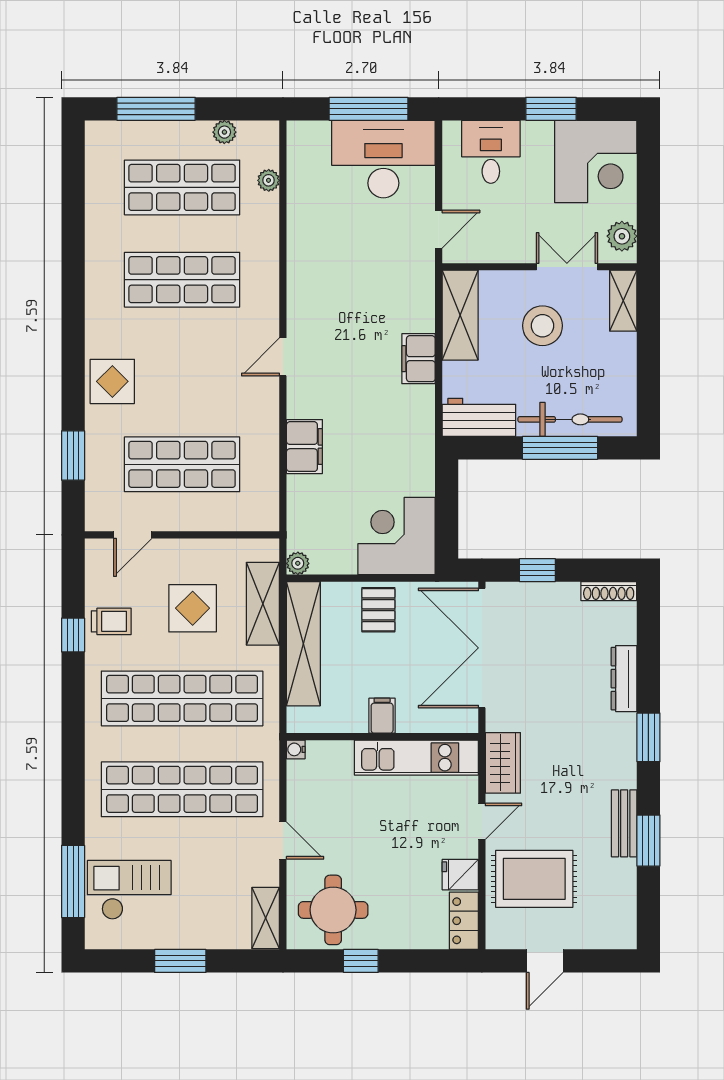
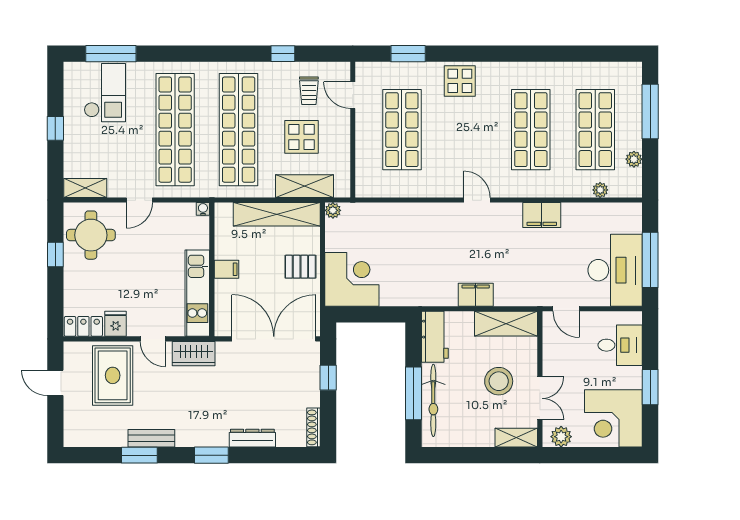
filing cabinet: (304, 447) -> (542, 215), moved
trolley: (111, 621) -> (309, 91), moved
window: (180, 961) -> (55, 128), width x0.67

